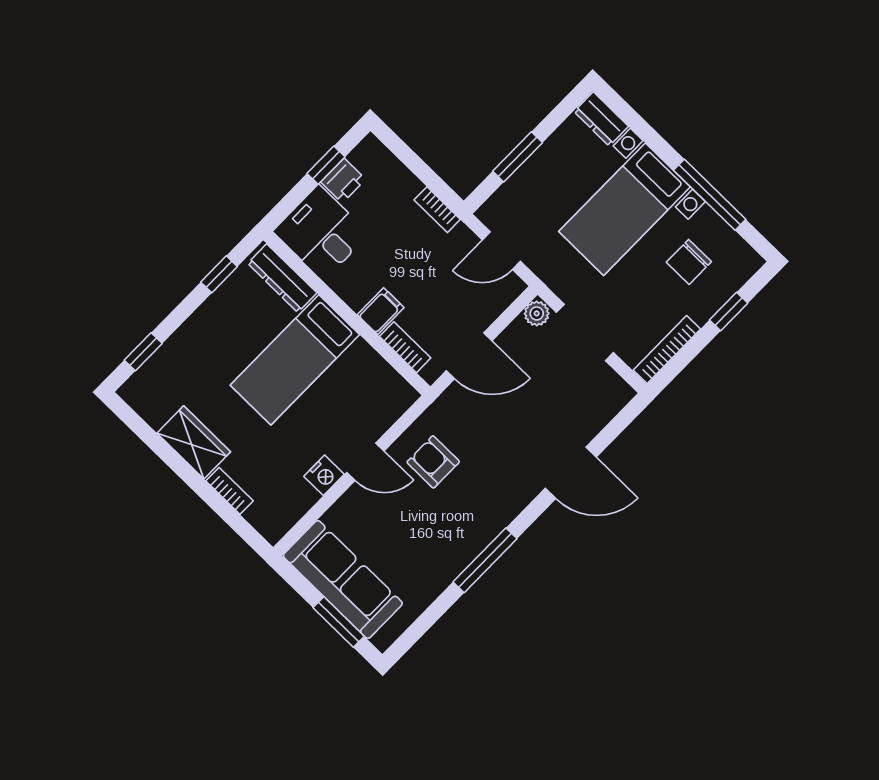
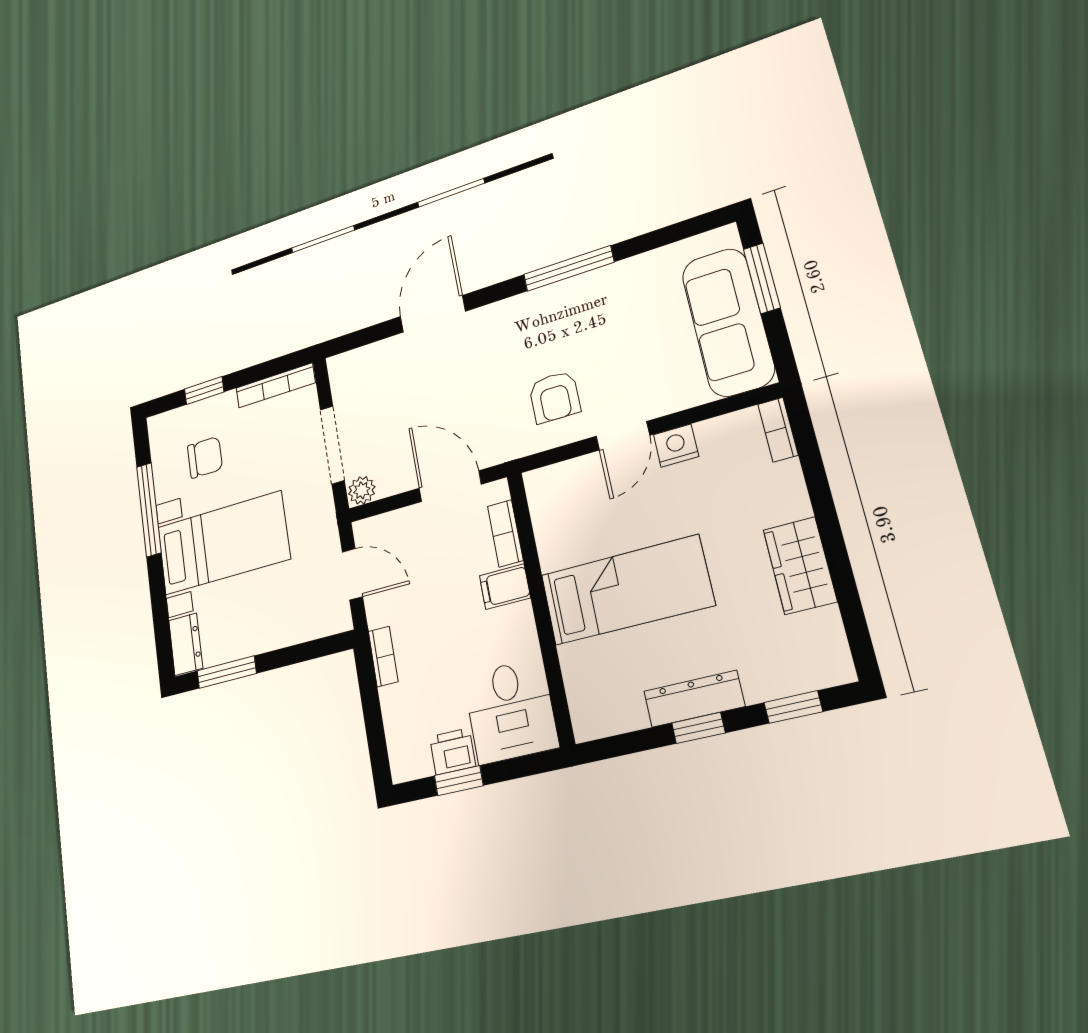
window: (518, 157) -> (227, 672), moved
window: (219, 274) -> (698, 728), moved
dresser: (282, 278) -> (694, 699), moved, turned -90
door: (365, 462) -> (623, 436), swing flipped
door: (571, 473) -> (433, 314), hinge flipped
bookcase: (230, 491) -> (778, 430), moved

